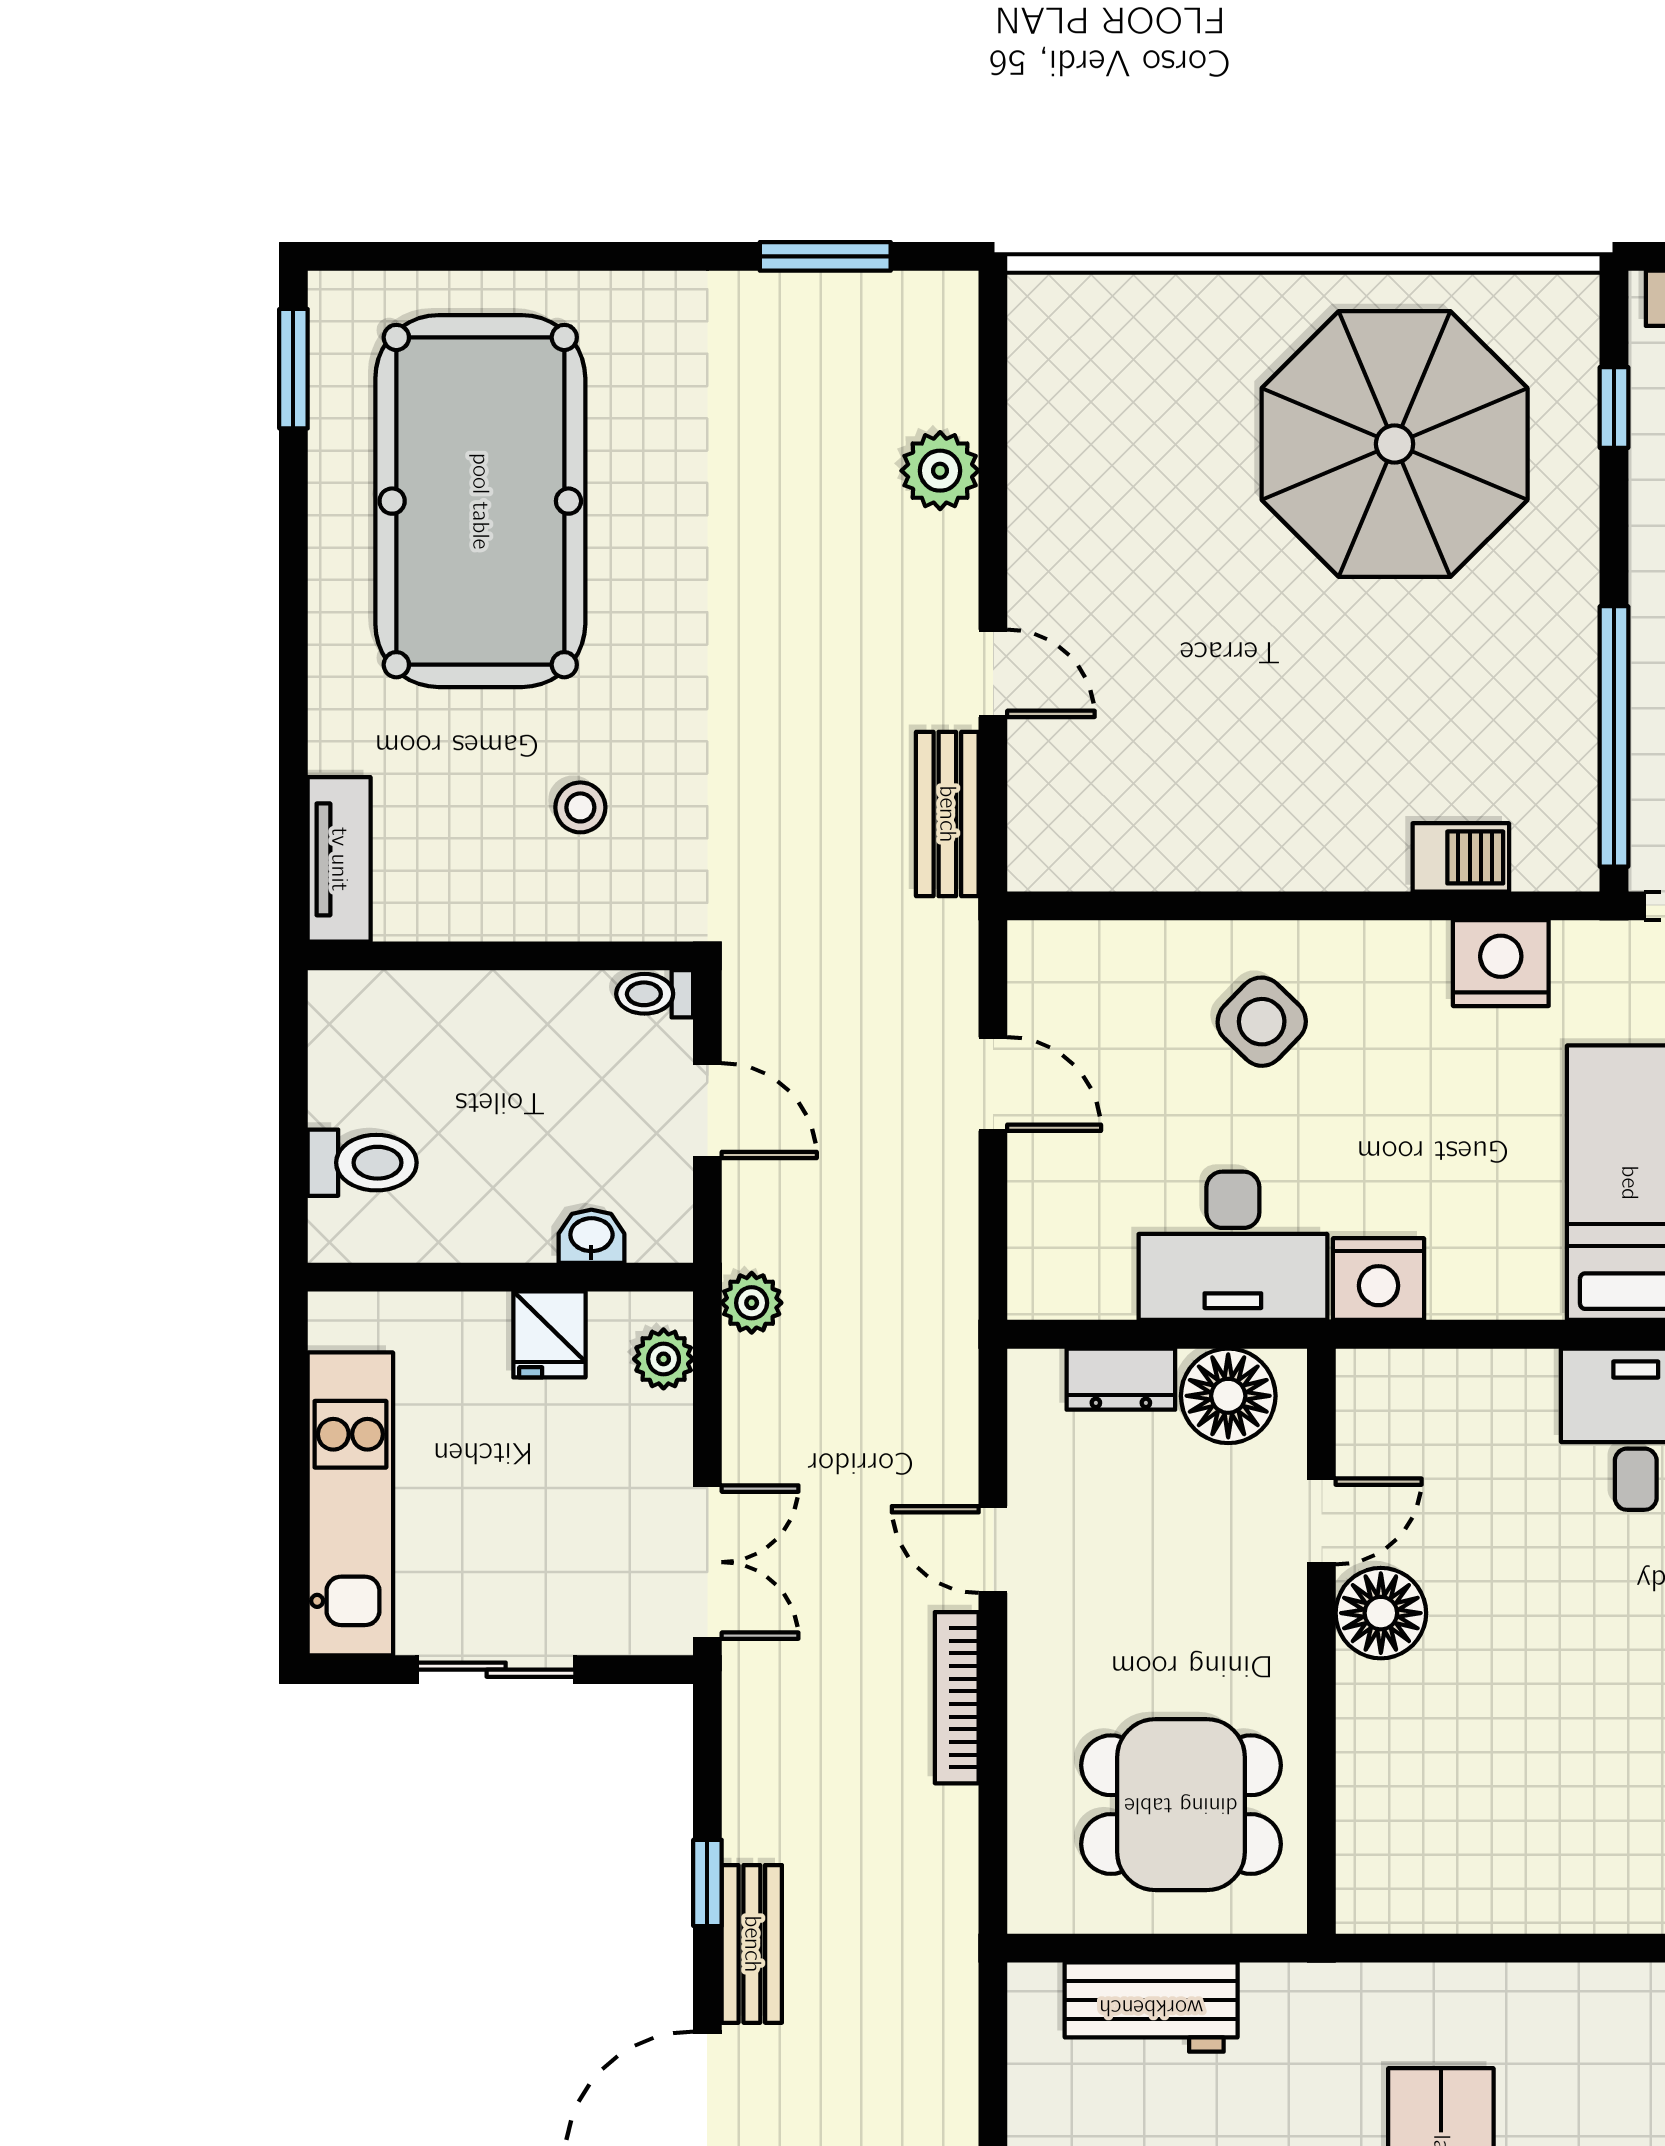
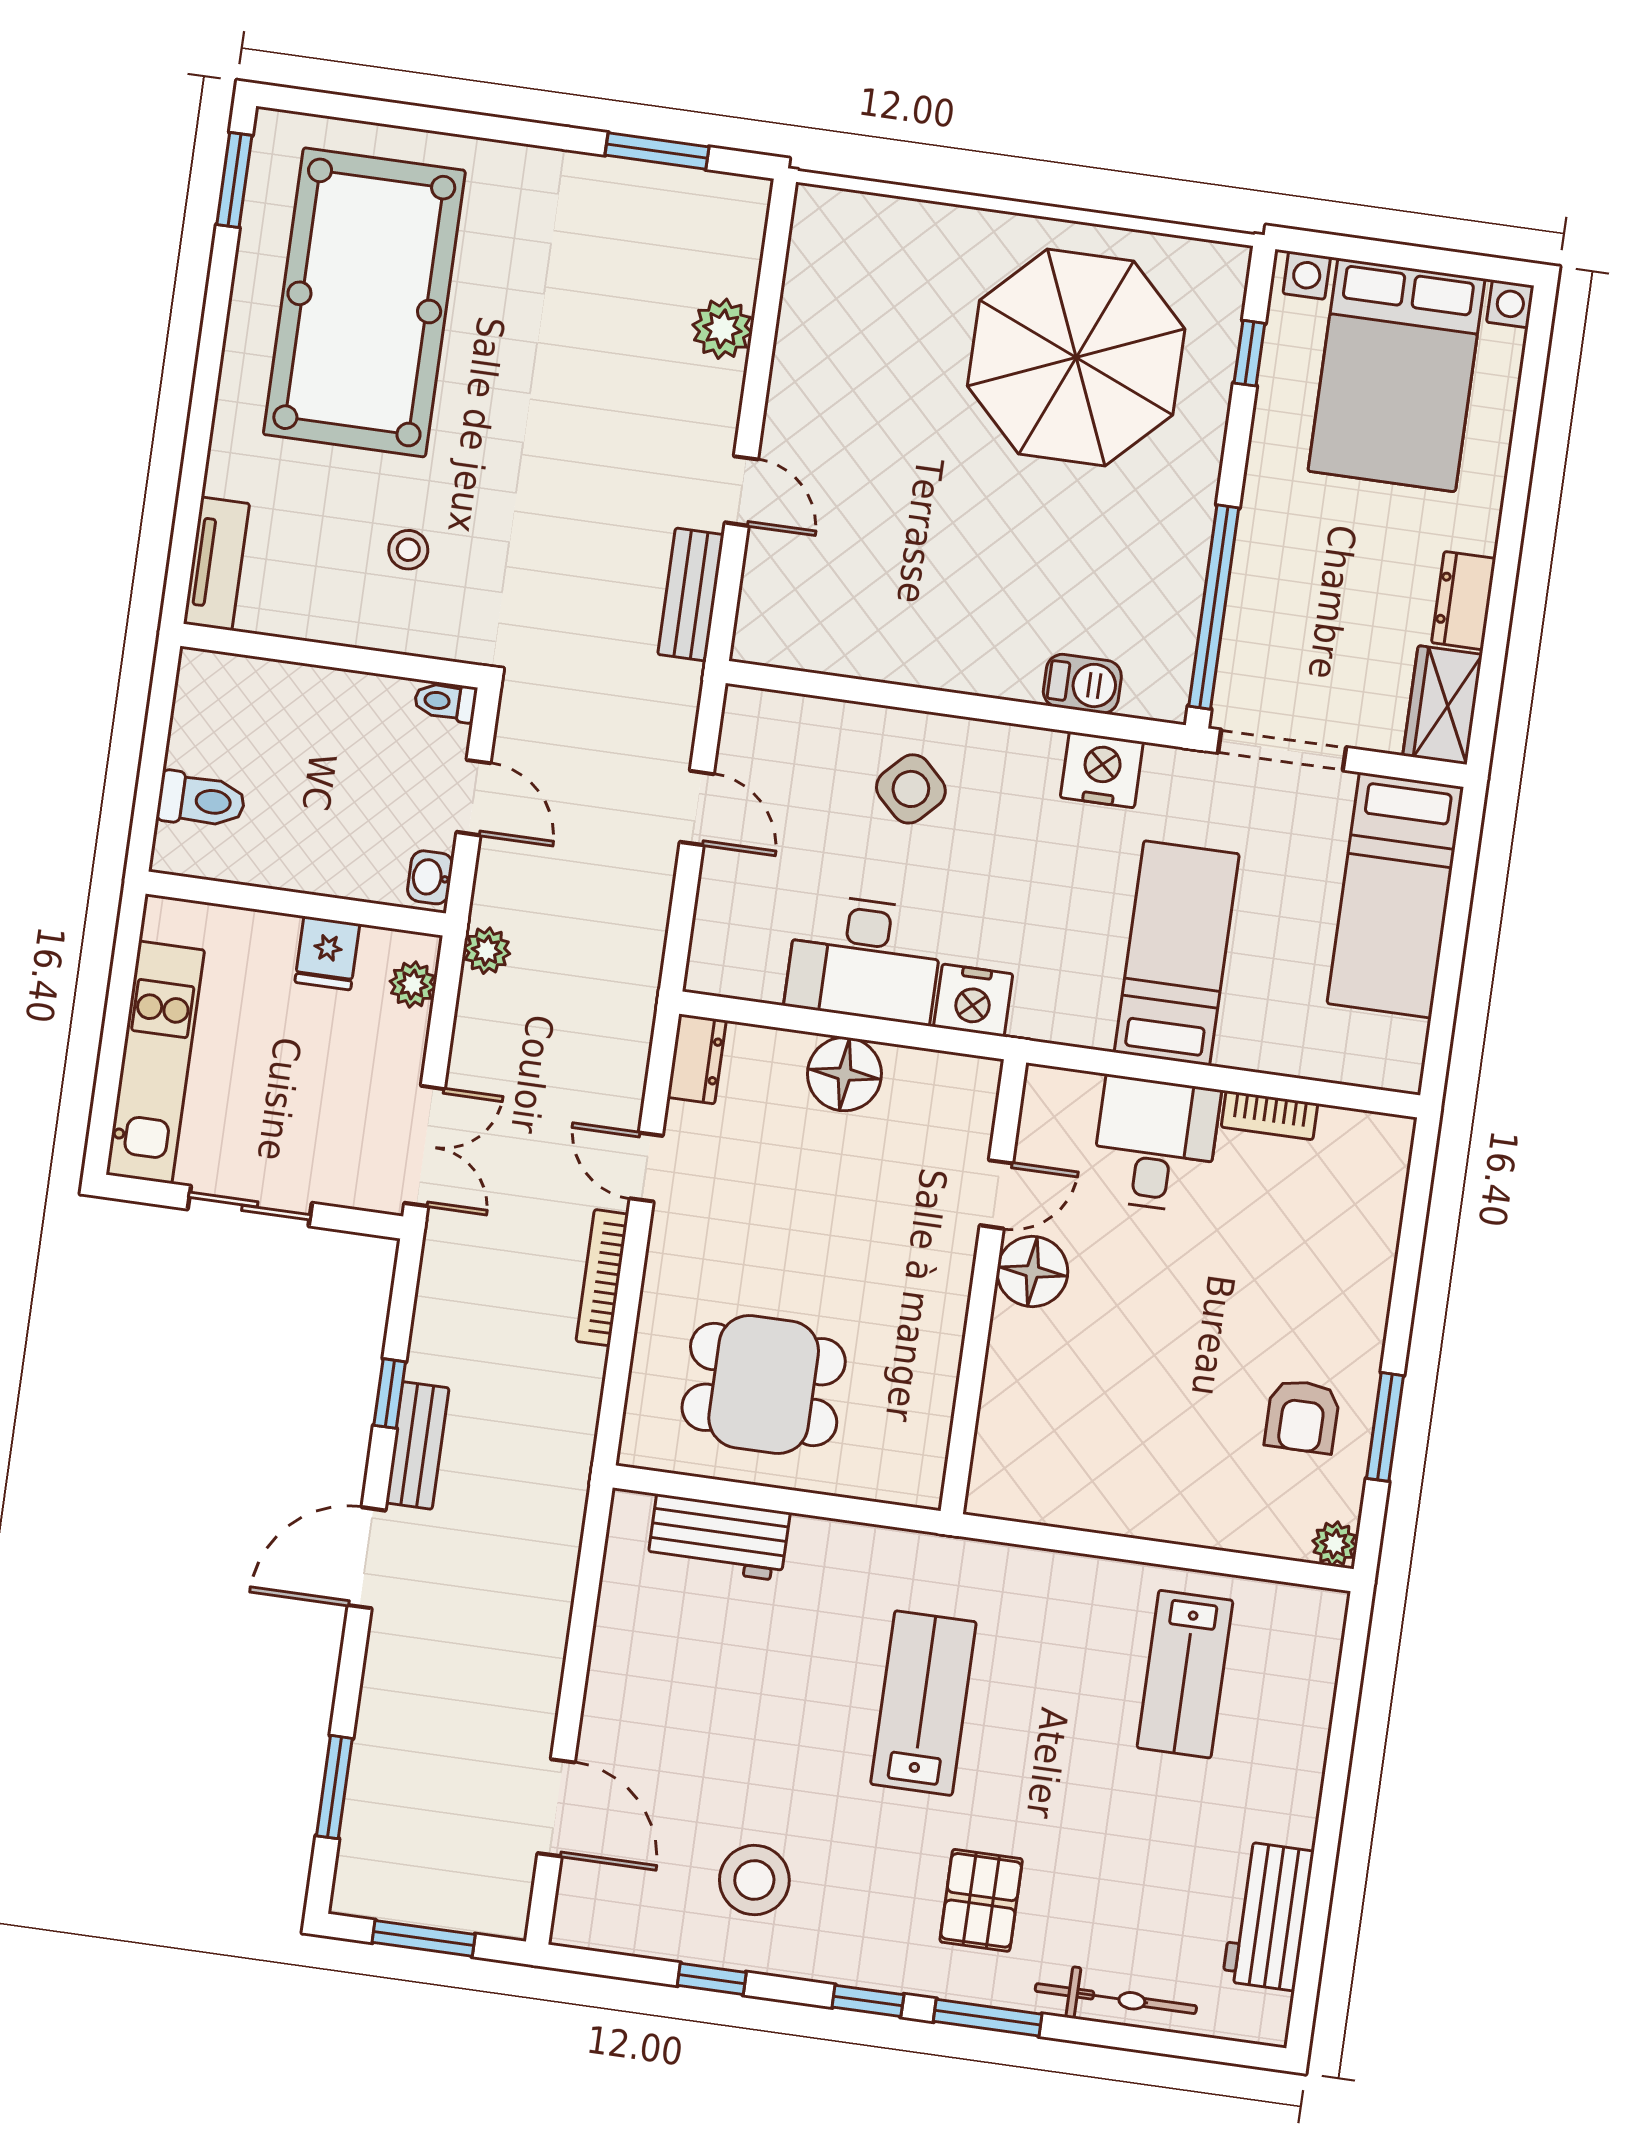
washbasin: (591, 1236) -> (430, 877), moved, turned -90
dresser: (1121, 1379) -> (697, 1059), moved, turned -90
door: (1321, 1521) -> (996, 1194), moved
floor lamp: (1381, 1613) -> (1032, 1272), moved
wall: (1321, 1641) -> (983, 1287), moved

